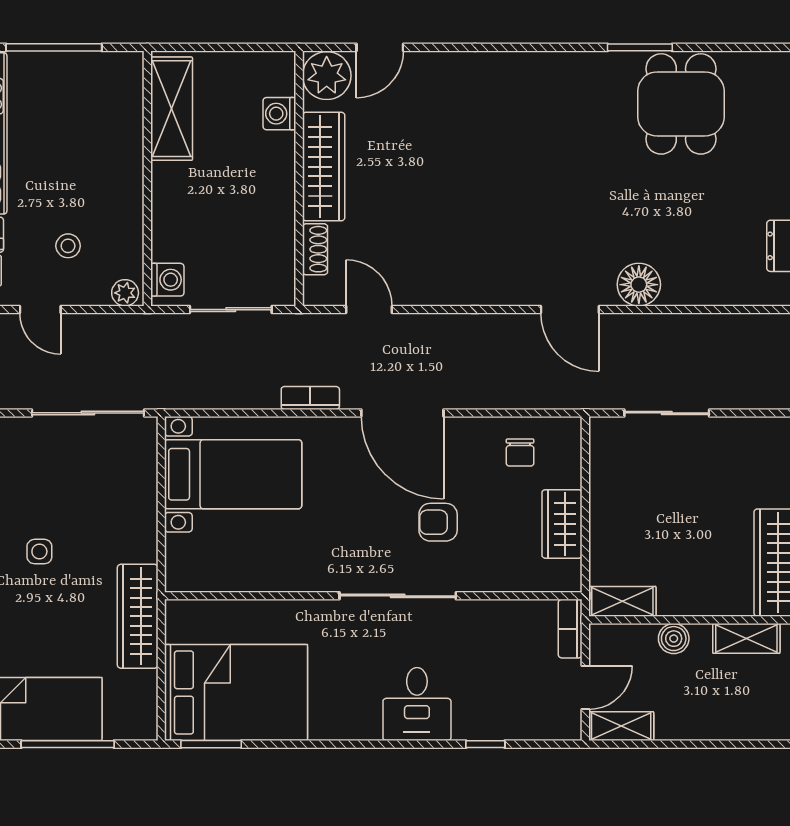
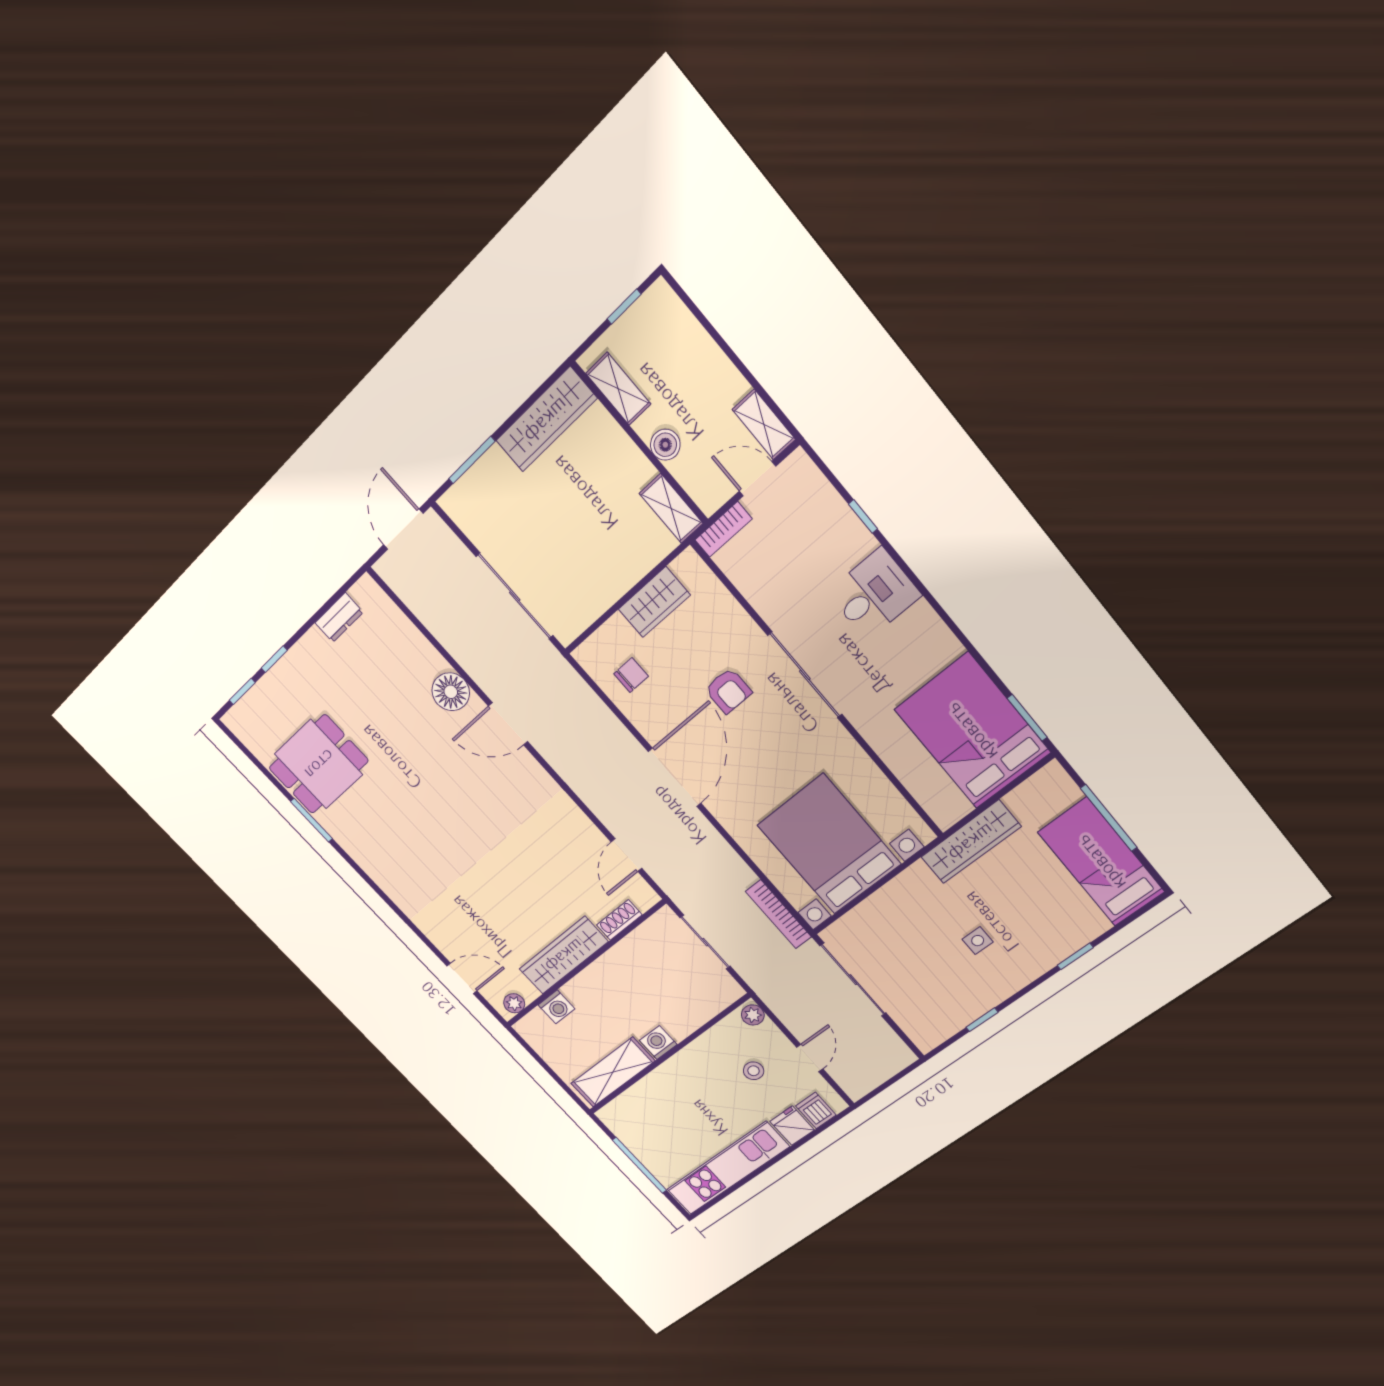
plant: (327, 76) -> (514, 1003), width x0.53, depth x0.53
washing machine: (167, 280) -> (658, 1043), moved
door: (570, 310) -> (508, 724), swing flipped
bookcase: (310, 398) -> (778, 914), moved, width x1.56
sliding door: (667, 413) -> (515, 596), width x1.37
bed with nightstands: (233, 474) -> (829, 845), width x1.36

